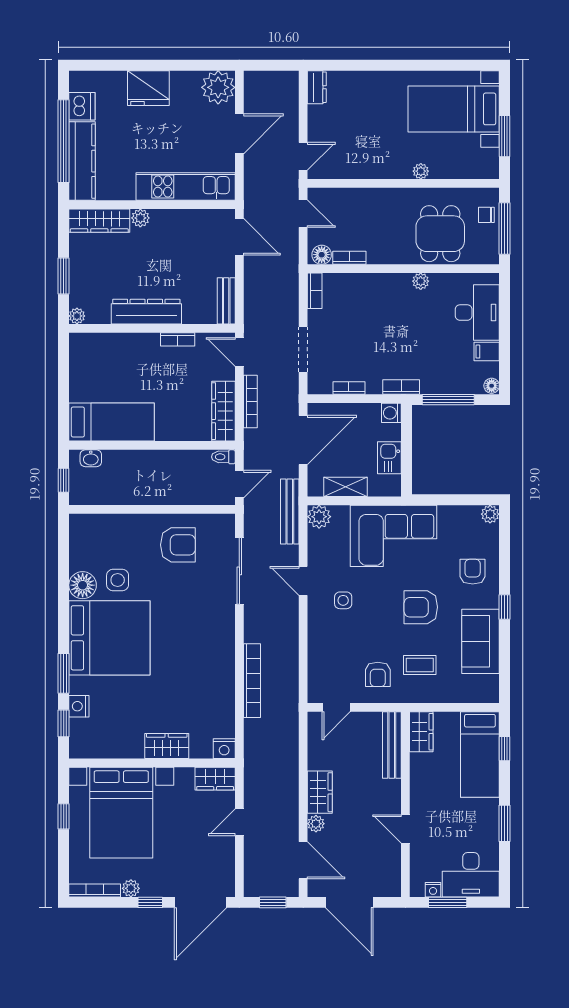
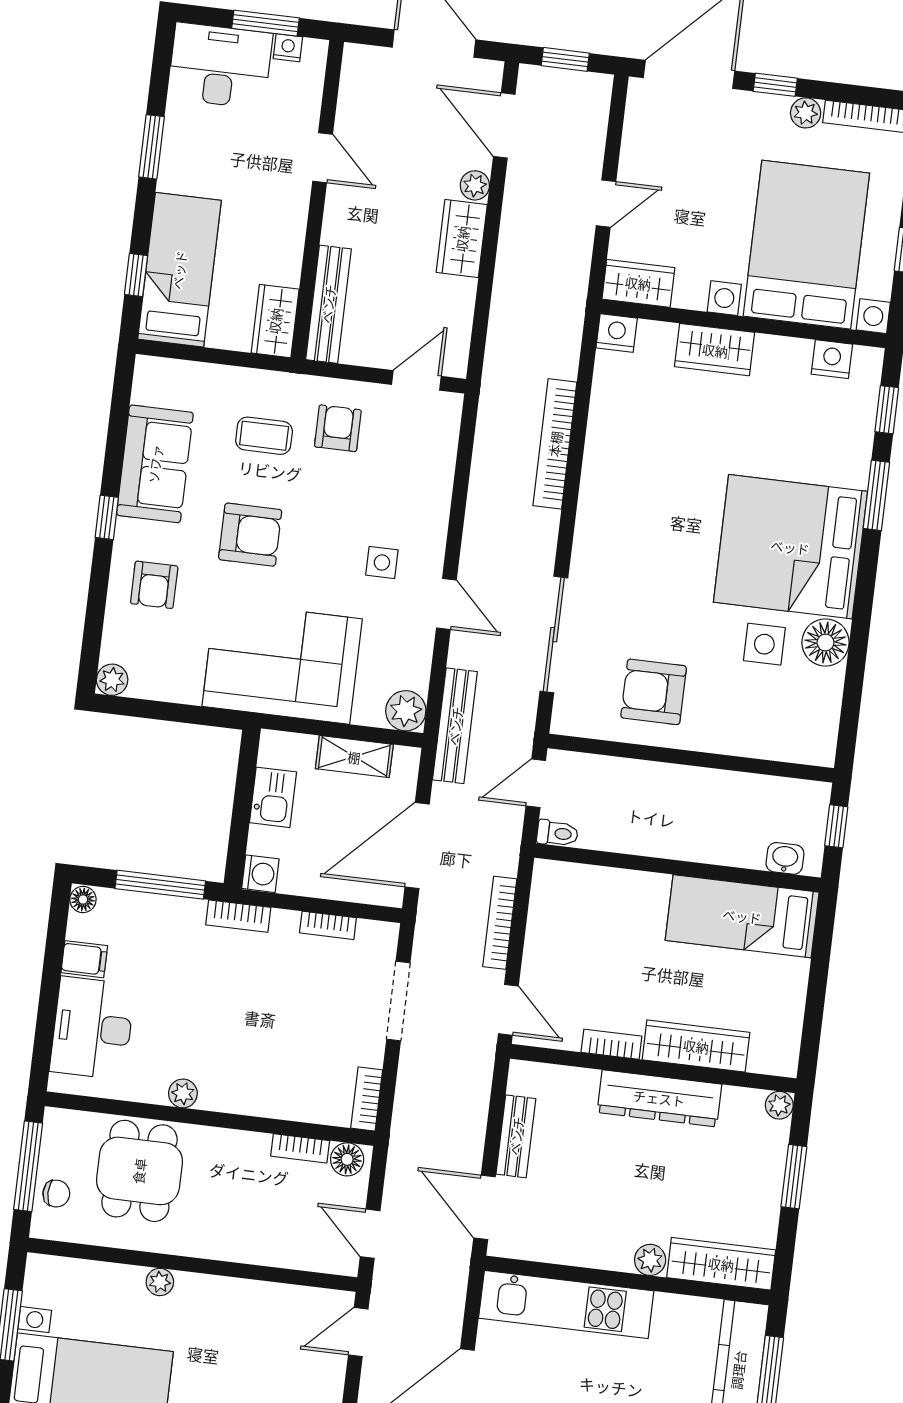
bench: (226, 301) -> (516, 1136), moved
wardrobe: (223, 411) -> (696, 1046), moved, turned -90
nightstand: (79, 706) -> (832, 359), moved, turned -90

